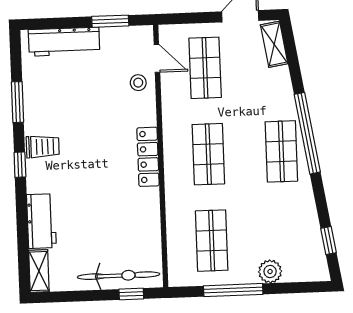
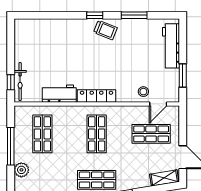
trolley: (43, 147) -> (105, 30), turned -68
shop shelf: (208, 154) -> (97, 134), turned 90
workbench: (41, 221) -> (59, 94), moved, turned 180
shop shelf: (212, 241) -> (42, 134), turned 90
shelving: (39, 271) -> (27, 25), removed
bicycle: (119, 276) -> (20, 81), width x0.73, depth x0.71

